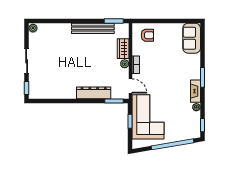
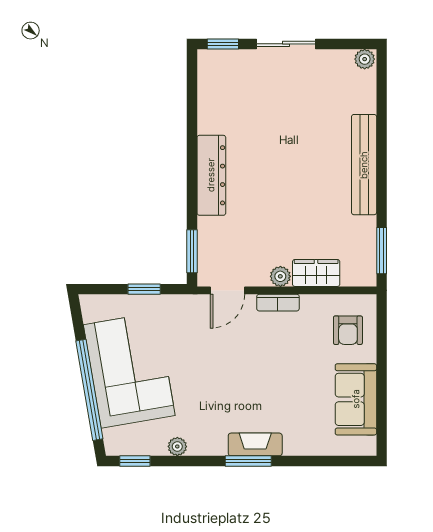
bench: (93, 28) -> (364, 165), moved
sofa: (192, 38) -> (356, 399), moved, turned -90
fireplace: (196, 91) -> (255, 444), moved
dresser: (94, 93) -> (211, 175), moved
corner sofa: (148, 117) -> (129, 370), moved, turned -100

